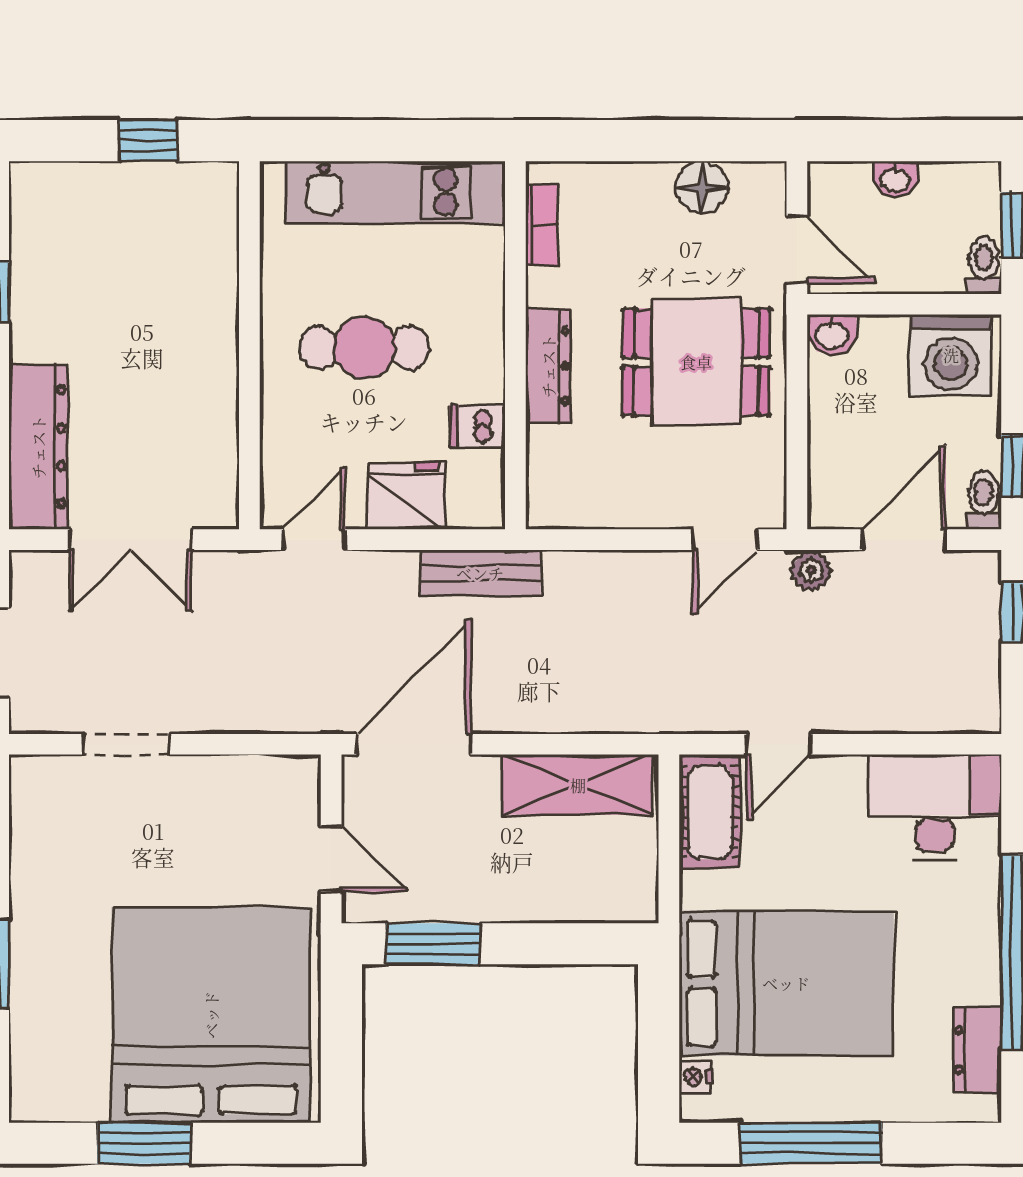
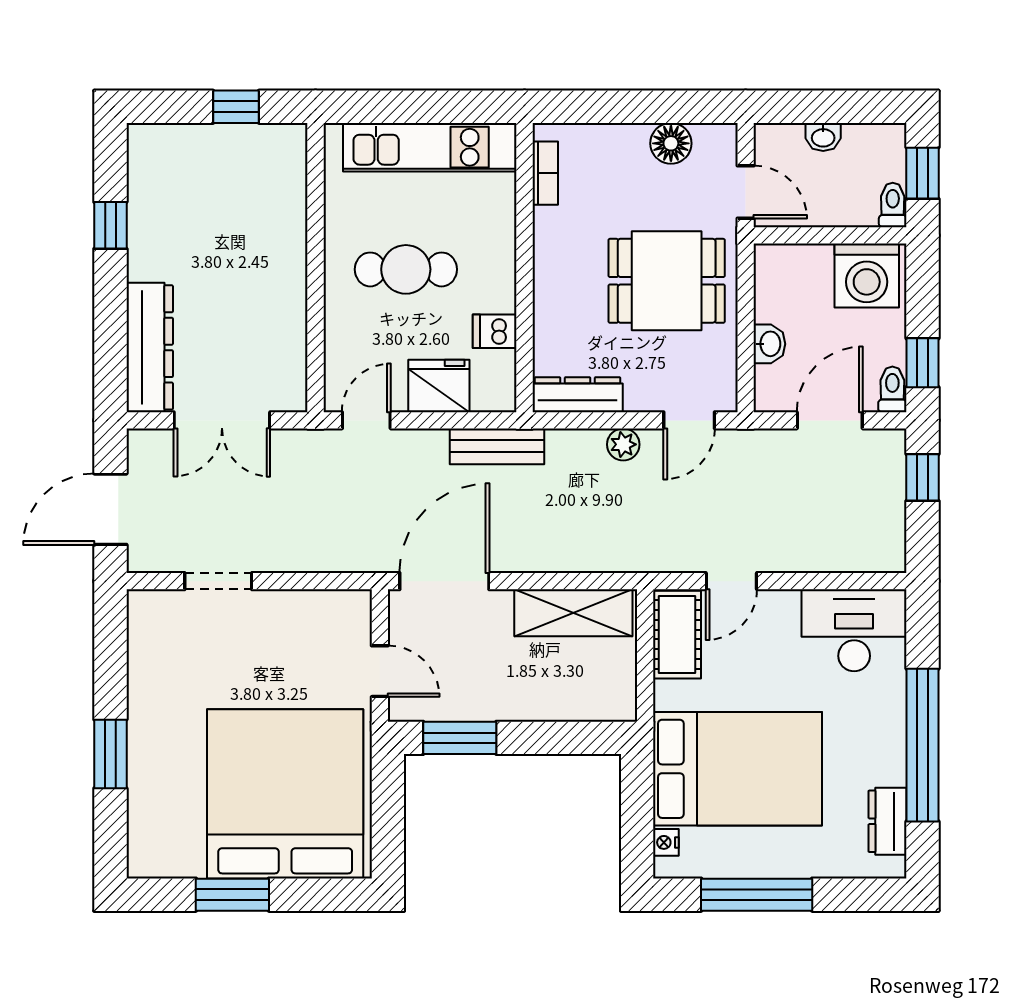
washbasin: (832, 335) -> (769, 344), moved, turned -90
dresser: (548, 366) -> (578, 395), moved, turned -90
plant: (811, 570) -> (623, 444), moved

